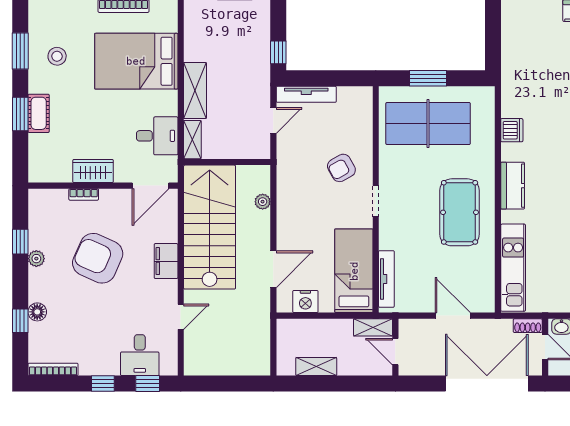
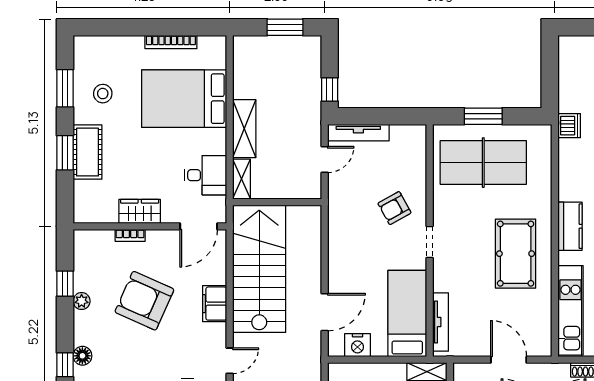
cot: (39, 113) -> (88, 152), width x1.37, depth x1.34
dishwasher: (512, 130) -> (569, 126), moved
plant: (263, 202) -> (314, 243), removed

